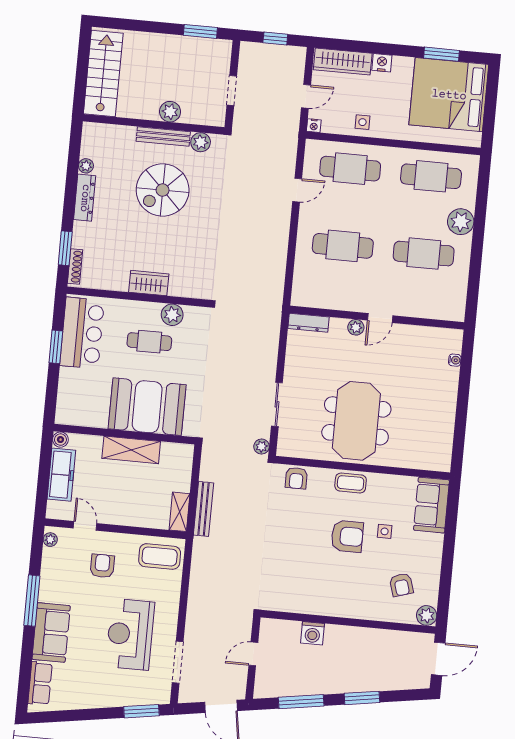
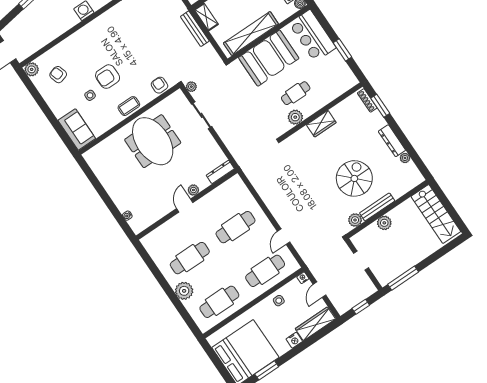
window: (200, 31) -> (403, 278), width x1.44
bar counter: (82, 333) -> (312, 36), moved
shelving: (131, 450) -> (251, 34), width x1.47

